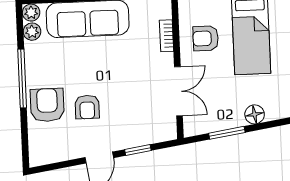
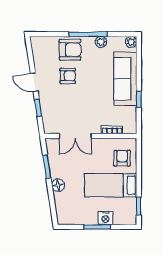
plant: (32, 32) -> (101, 42), moved
armchair: (206, 38) -> (122, 158), moved
armchair: (87, 107) -> (68, 76), turned 180

